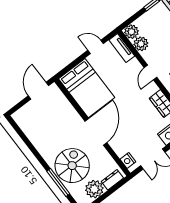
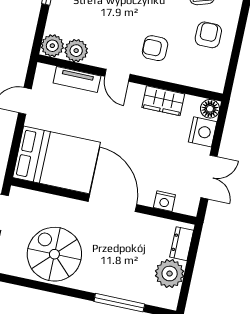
tv unit: (122, 48) -> (77, 79), moved
nightstand: (128, 161) -> (164, 201), moved
spiral stairs: (72, 166) -> (54, 254), moved

